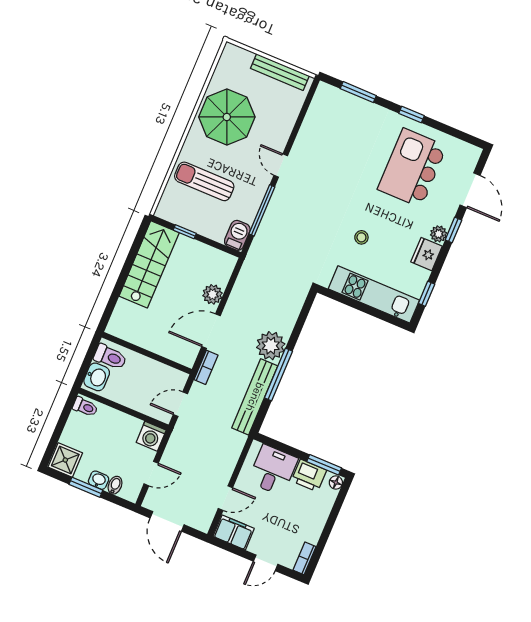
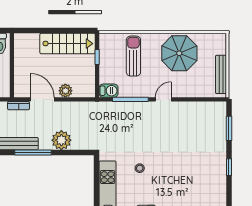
kitchen island: (412, 168) -> (196, 182), removed
plant: (271, 346) -> (61, 140), moved

